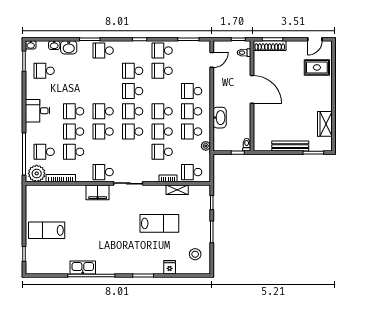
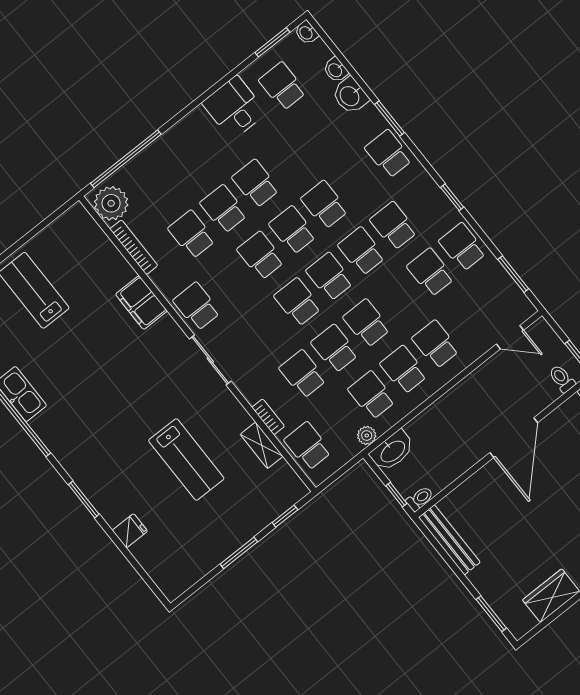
desk: (38, 111) -> (234, 108), moved
washbasin: (220, 118) -> (392, 451), moved
bench: (290, 146) -> (449, 540), moved
school desk: (44, 152) -> (325, 205), moved
filing cabinet: (98, 192) -> (141, 303), moved
stool: (195, 254) -> (183, 555), removed

